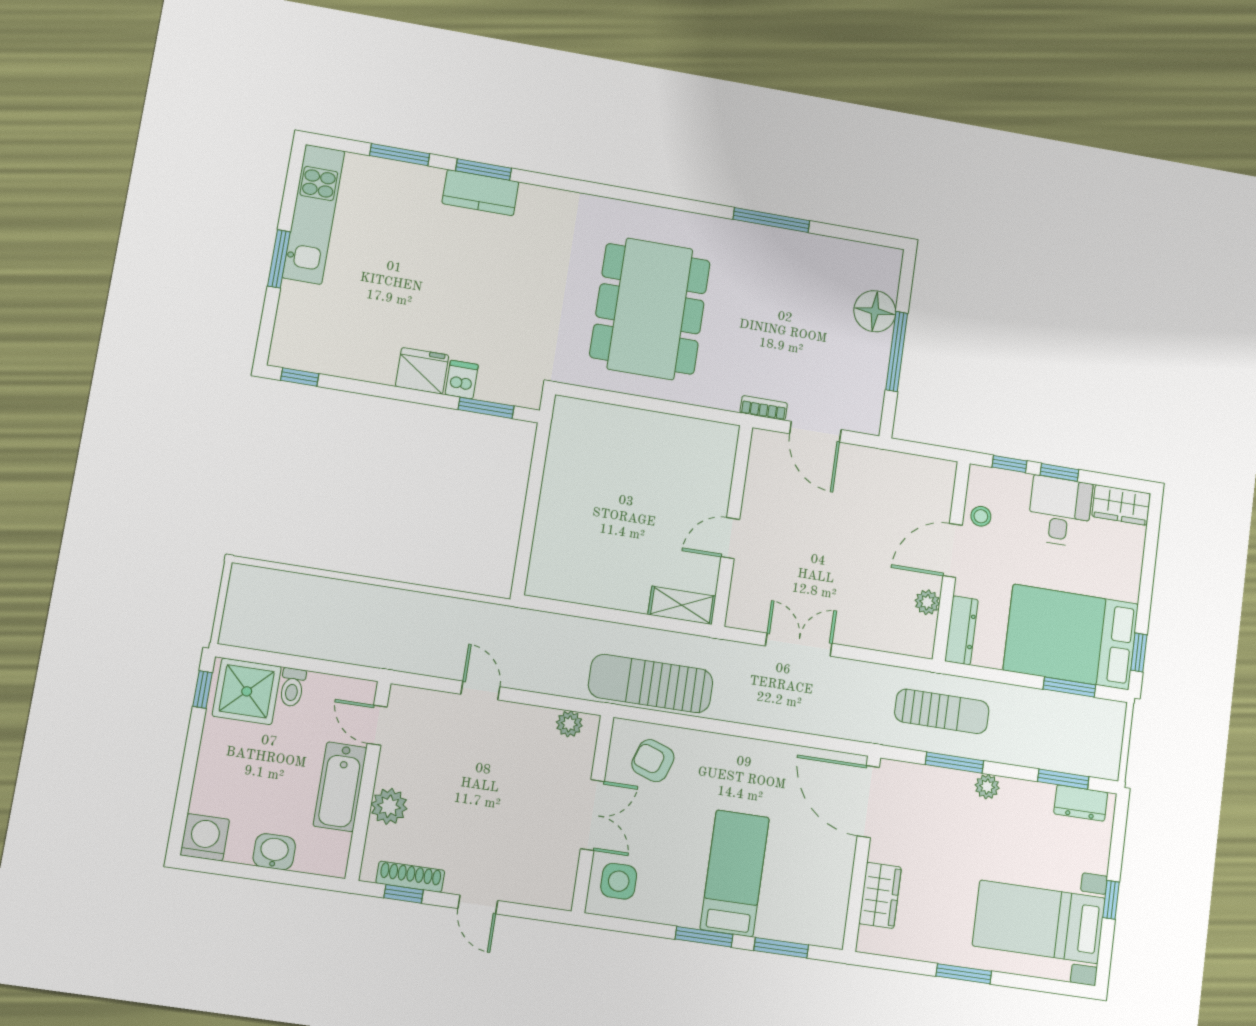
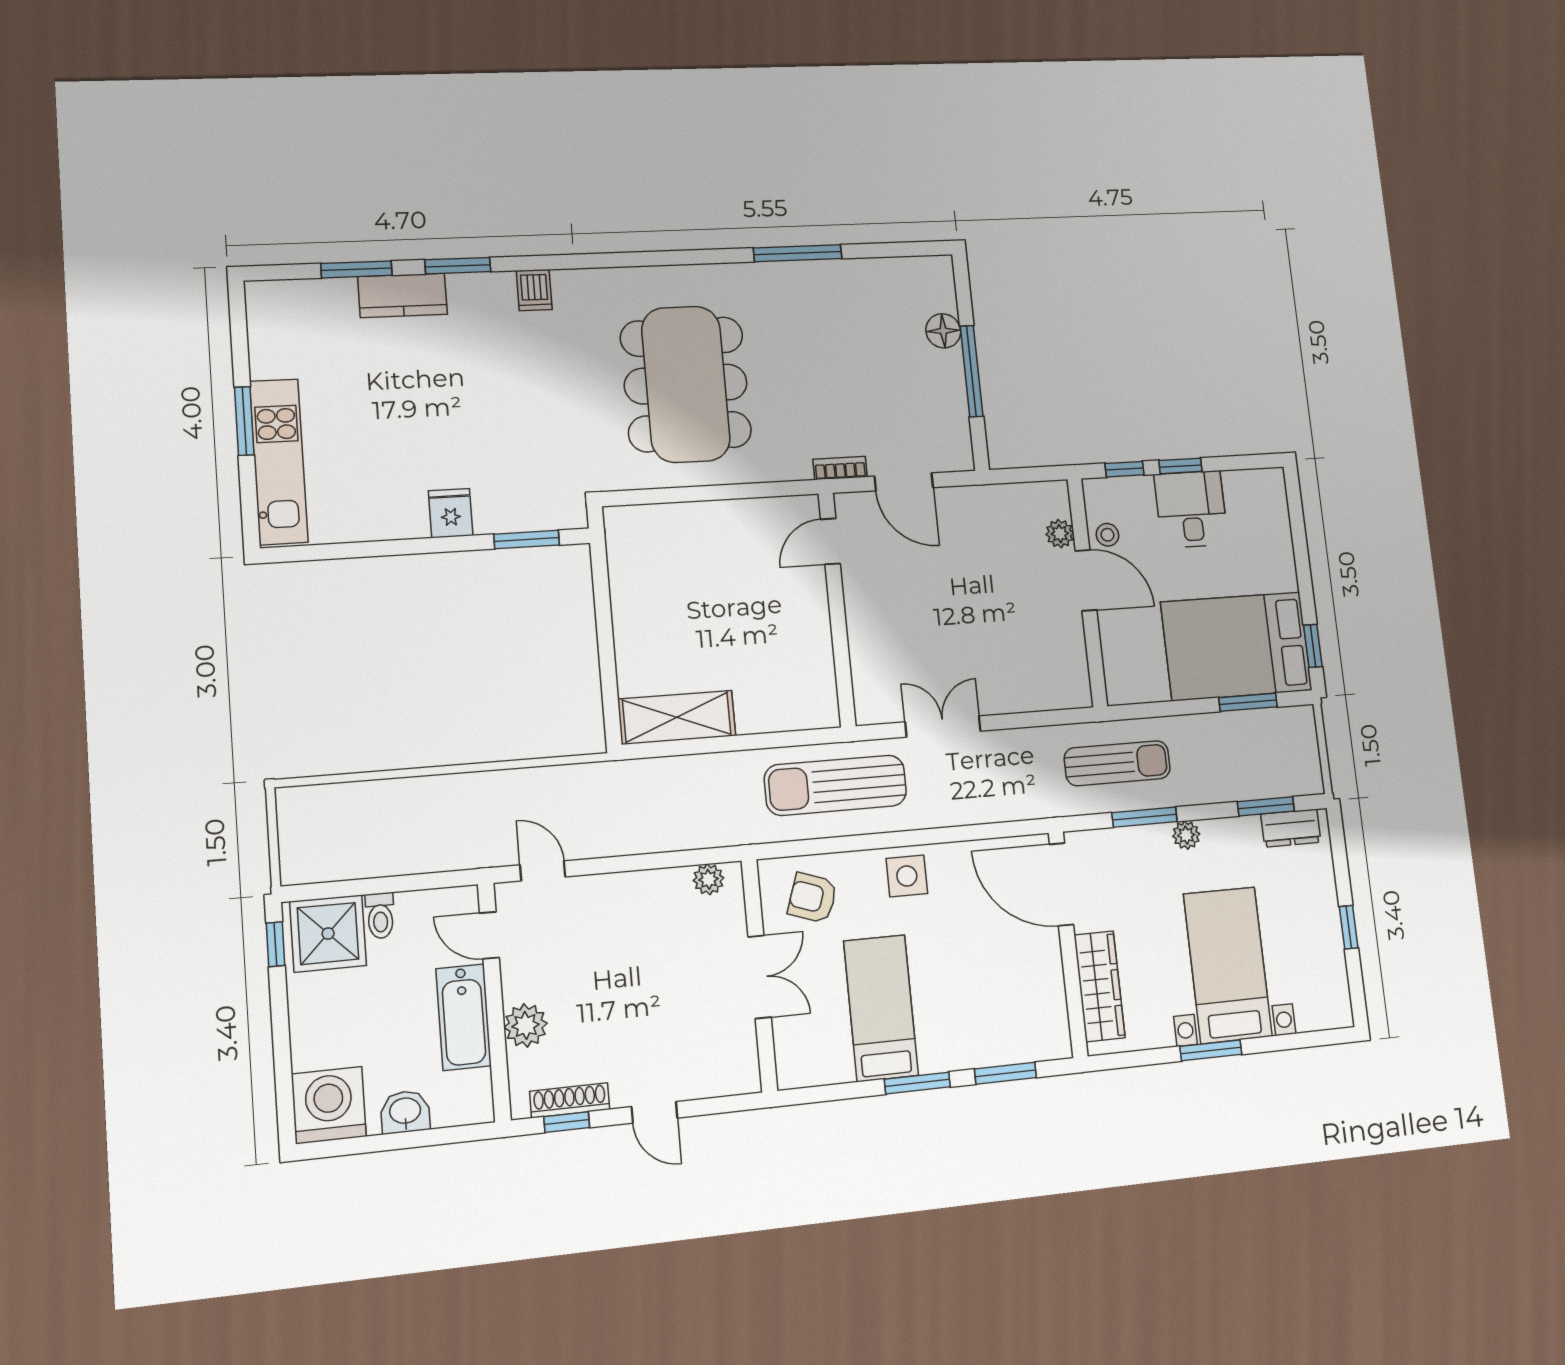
kitchen counter: (480, 193) -> (403, 295), moved
kitchen unit: (314, 214) -> (279, 462), moved
floor lamp: (875, 311) -> (943, 331), width x0.73, depth x0.73
fridge: (422, 371) -> (451, 513), width x0.72
window: (300, 377) -> (302, 553), removed
dishwasher: (462, 380) -> (534, 290), moved, turned 180
wardrobe: (1121, 505) -> (1255, 487), removed
door: (730, 538) -> (830, 541), moved
door: (953, 550) -> (1086, 580), swing flipped
plant: (927, 602) -> (1060, 534), moved
shelving: (682, 605) -> (677, 717), moved, width x1.50, depth x1.33
dresser: (962, 630) -> (1117, 667), removed
sun lounger: (651, 683) -> (836, 785), moved
door: (480, 690) -> (543, 871), moved
washing machine: (205, 837) -> (329, 1105), width x1.37, depth x1.37
bed: (735, 873) -> (881, 1008), moved
side table: (619, 881) -> (907, 876), moved
wardrobe: (880, 895) -> (1099, 986), width x1.50
bed with nightstands: (1039, 922) -> (1228, 965), moved, turned 90

